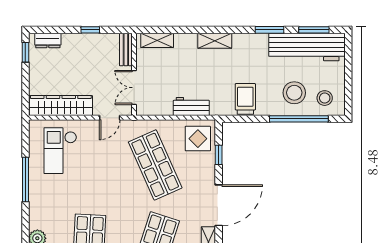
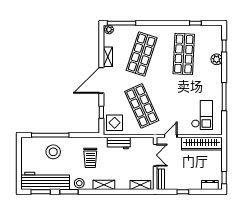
stool: (325, 98) -> (79, 183), moved
trolley: (245, 99) -> (90, 158), moved

